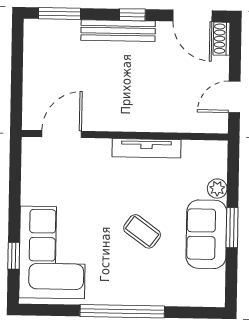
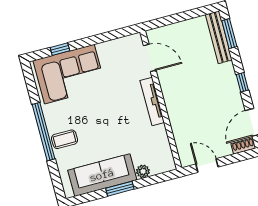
bench: (118, 31) -> (219, 37), moved
tv unit: (146, 148) -> (152, 102), moved
coffee table: (142, 231) -> (65, 139), moved, turned 54
sofa: (206, 234) -> (102, 175), width x1.36

